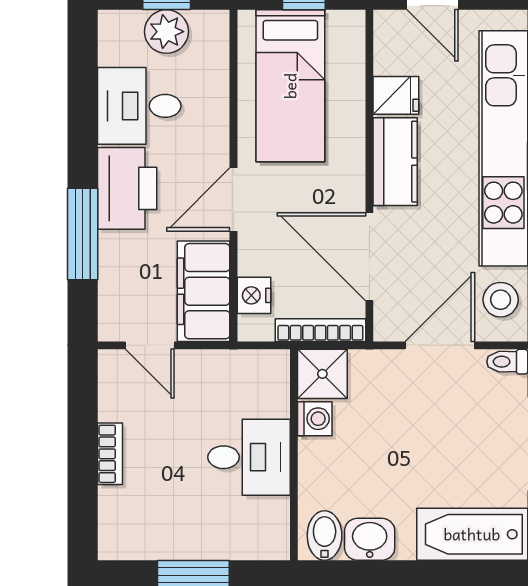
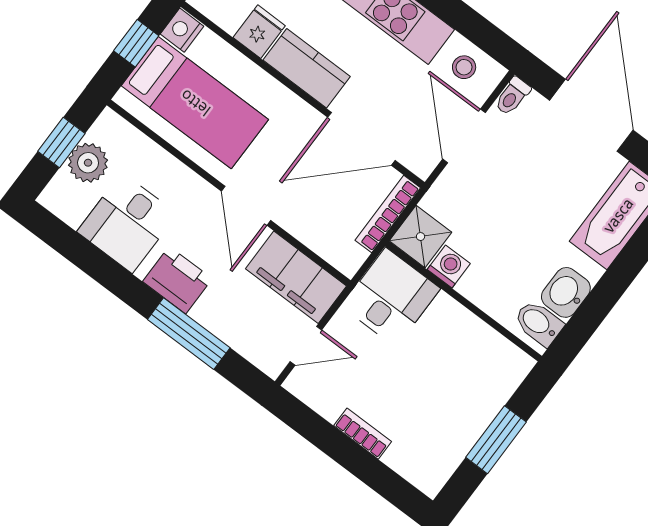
printer: (127, 188) -> (177, 280), width x0.73, depth x0.84
nightstand: (254, 295) -> (182, 30), moved, turned 90
stool: (501, 300) -> (464, 67), width x0.73, depth x0.73
desk: (249, 457) -> (391, 297), moved

